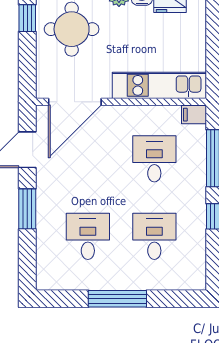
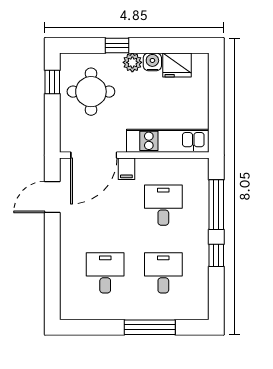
filing cabinet: (194, 115) -> (126, 169), moved, turned -90
window: (27, 209) -> (52, 249), removed
window: (117, 299) -> (150, 327), moved

